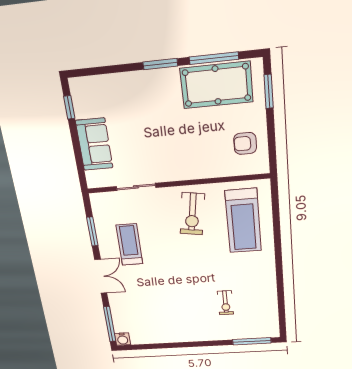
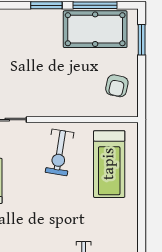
armchair: (245, 143) -> (117, 86), turned -78

